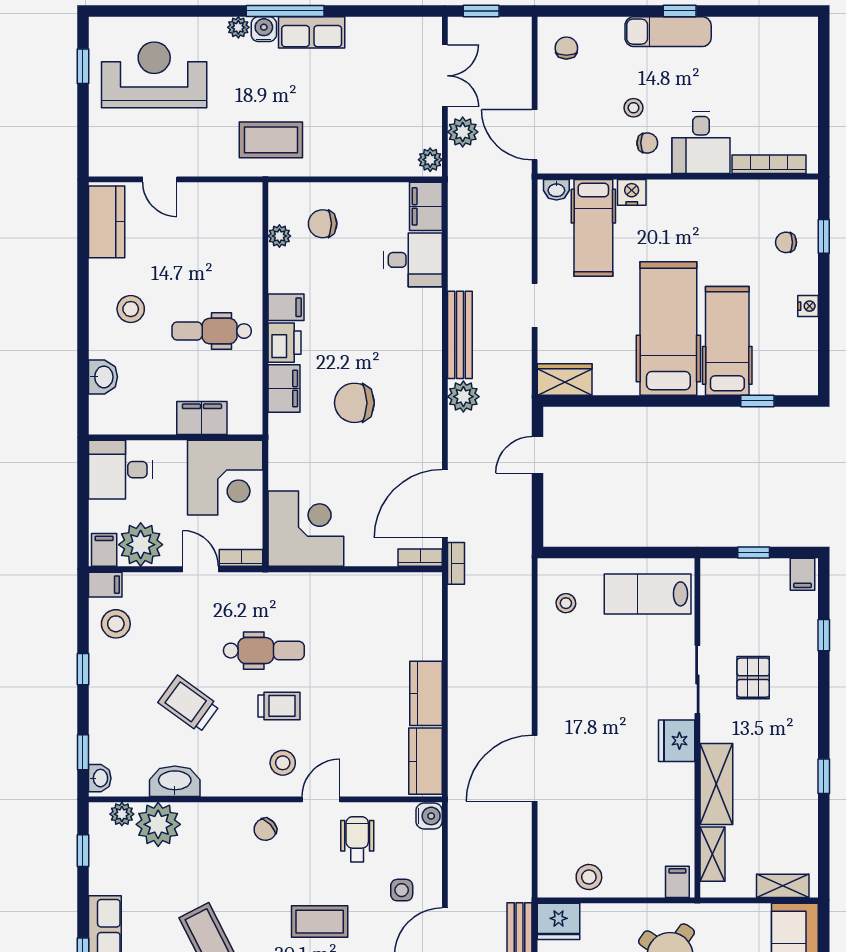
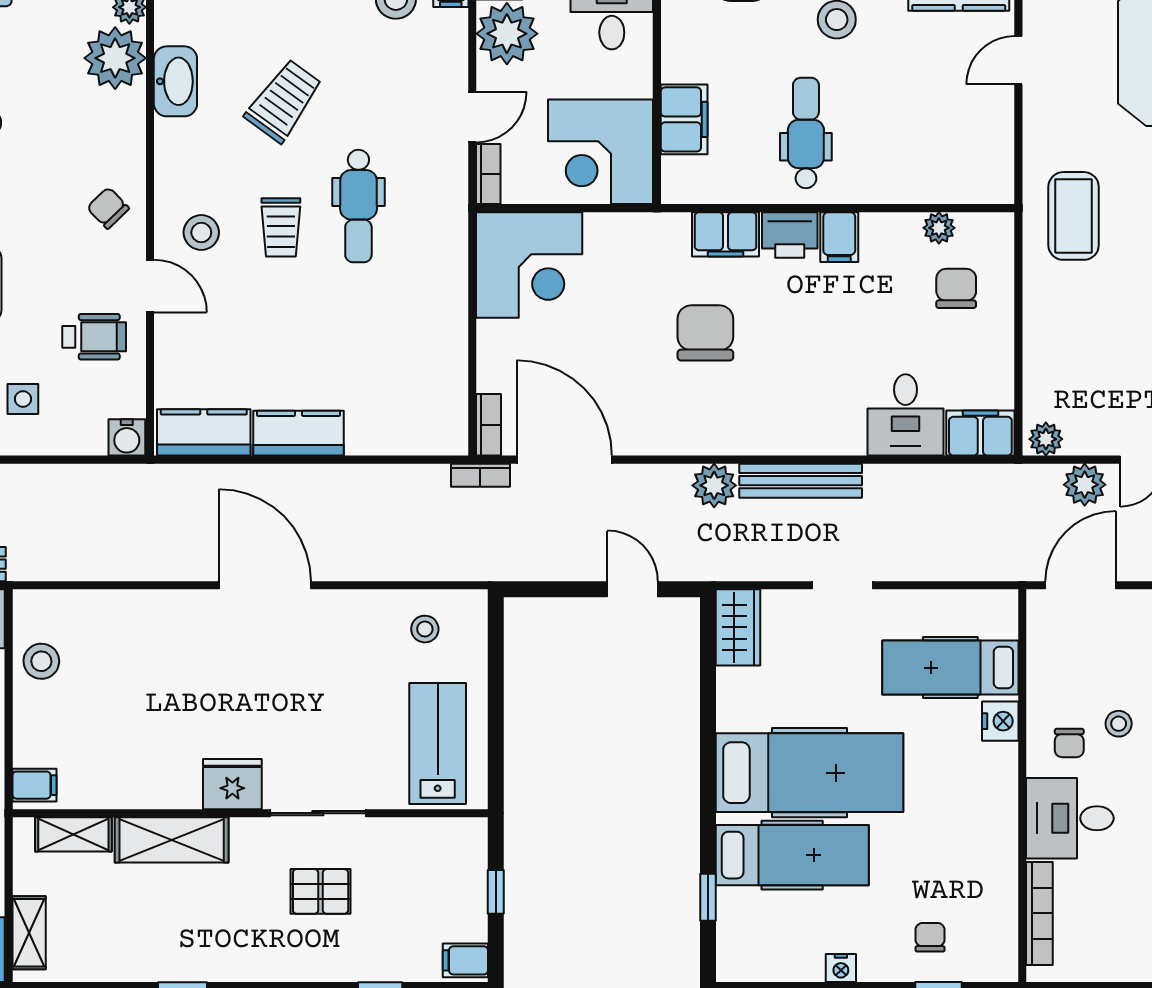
washbasin: (556, 190) -> (1004, 616), removed
door: (535, 768) -> (265, 585), moved

